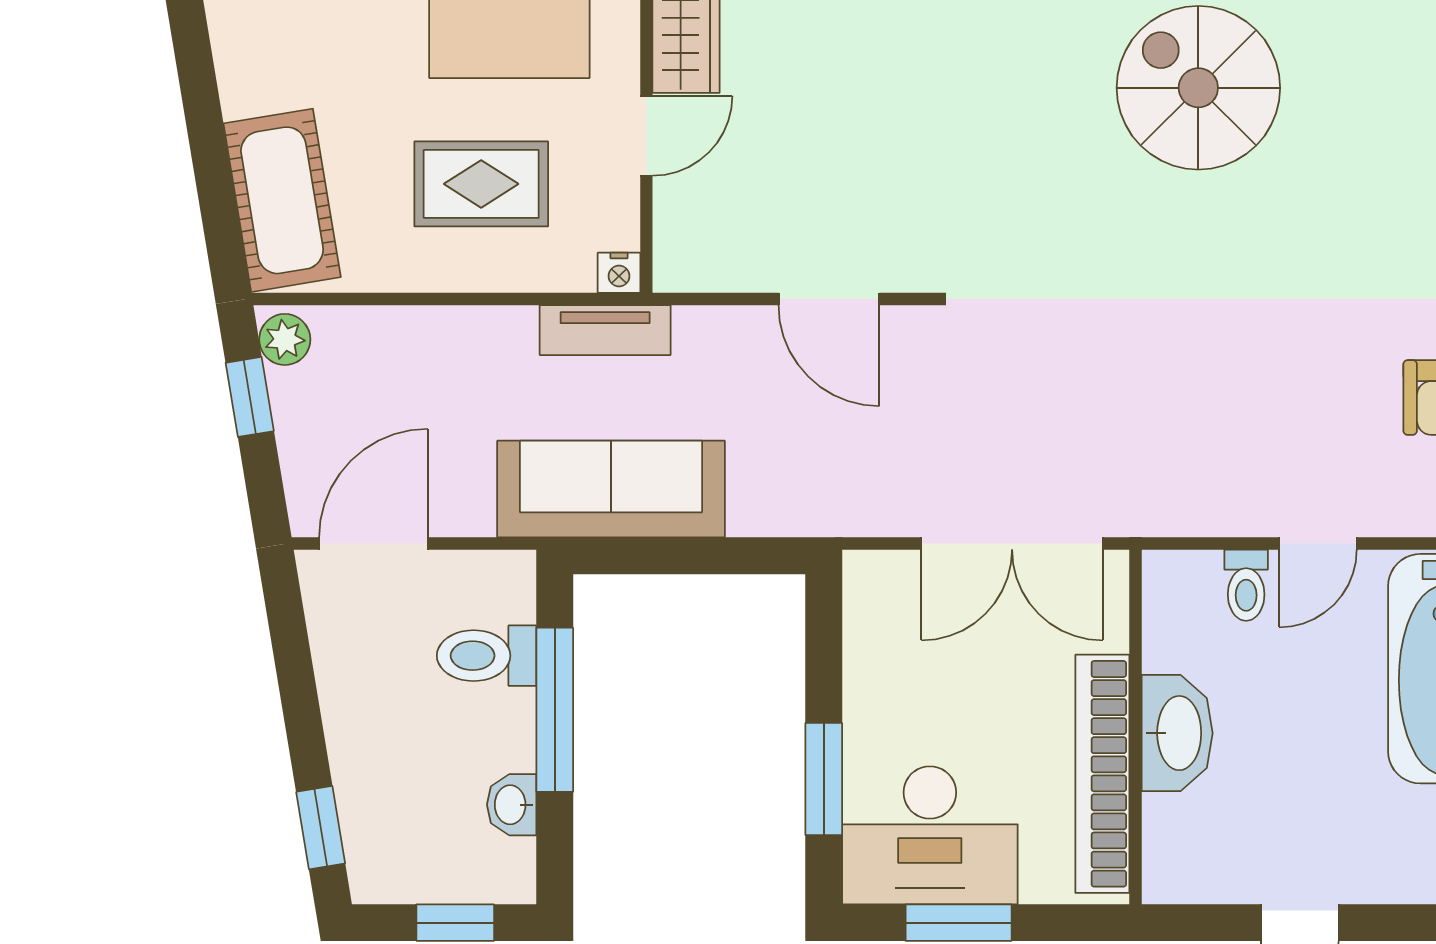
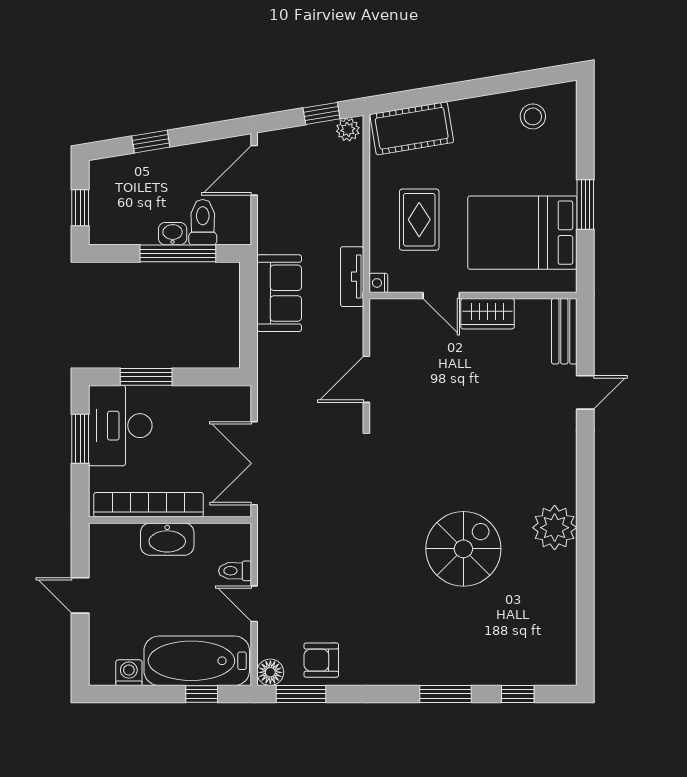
sofa: (611, 489) -> (279, 293), width x0.73
door: (373, 544) -> (254, 170), swing flipped
washbasin: (512, 805) -> (173, 234), moved
window: (321, 828) -> (151, 142), moved

